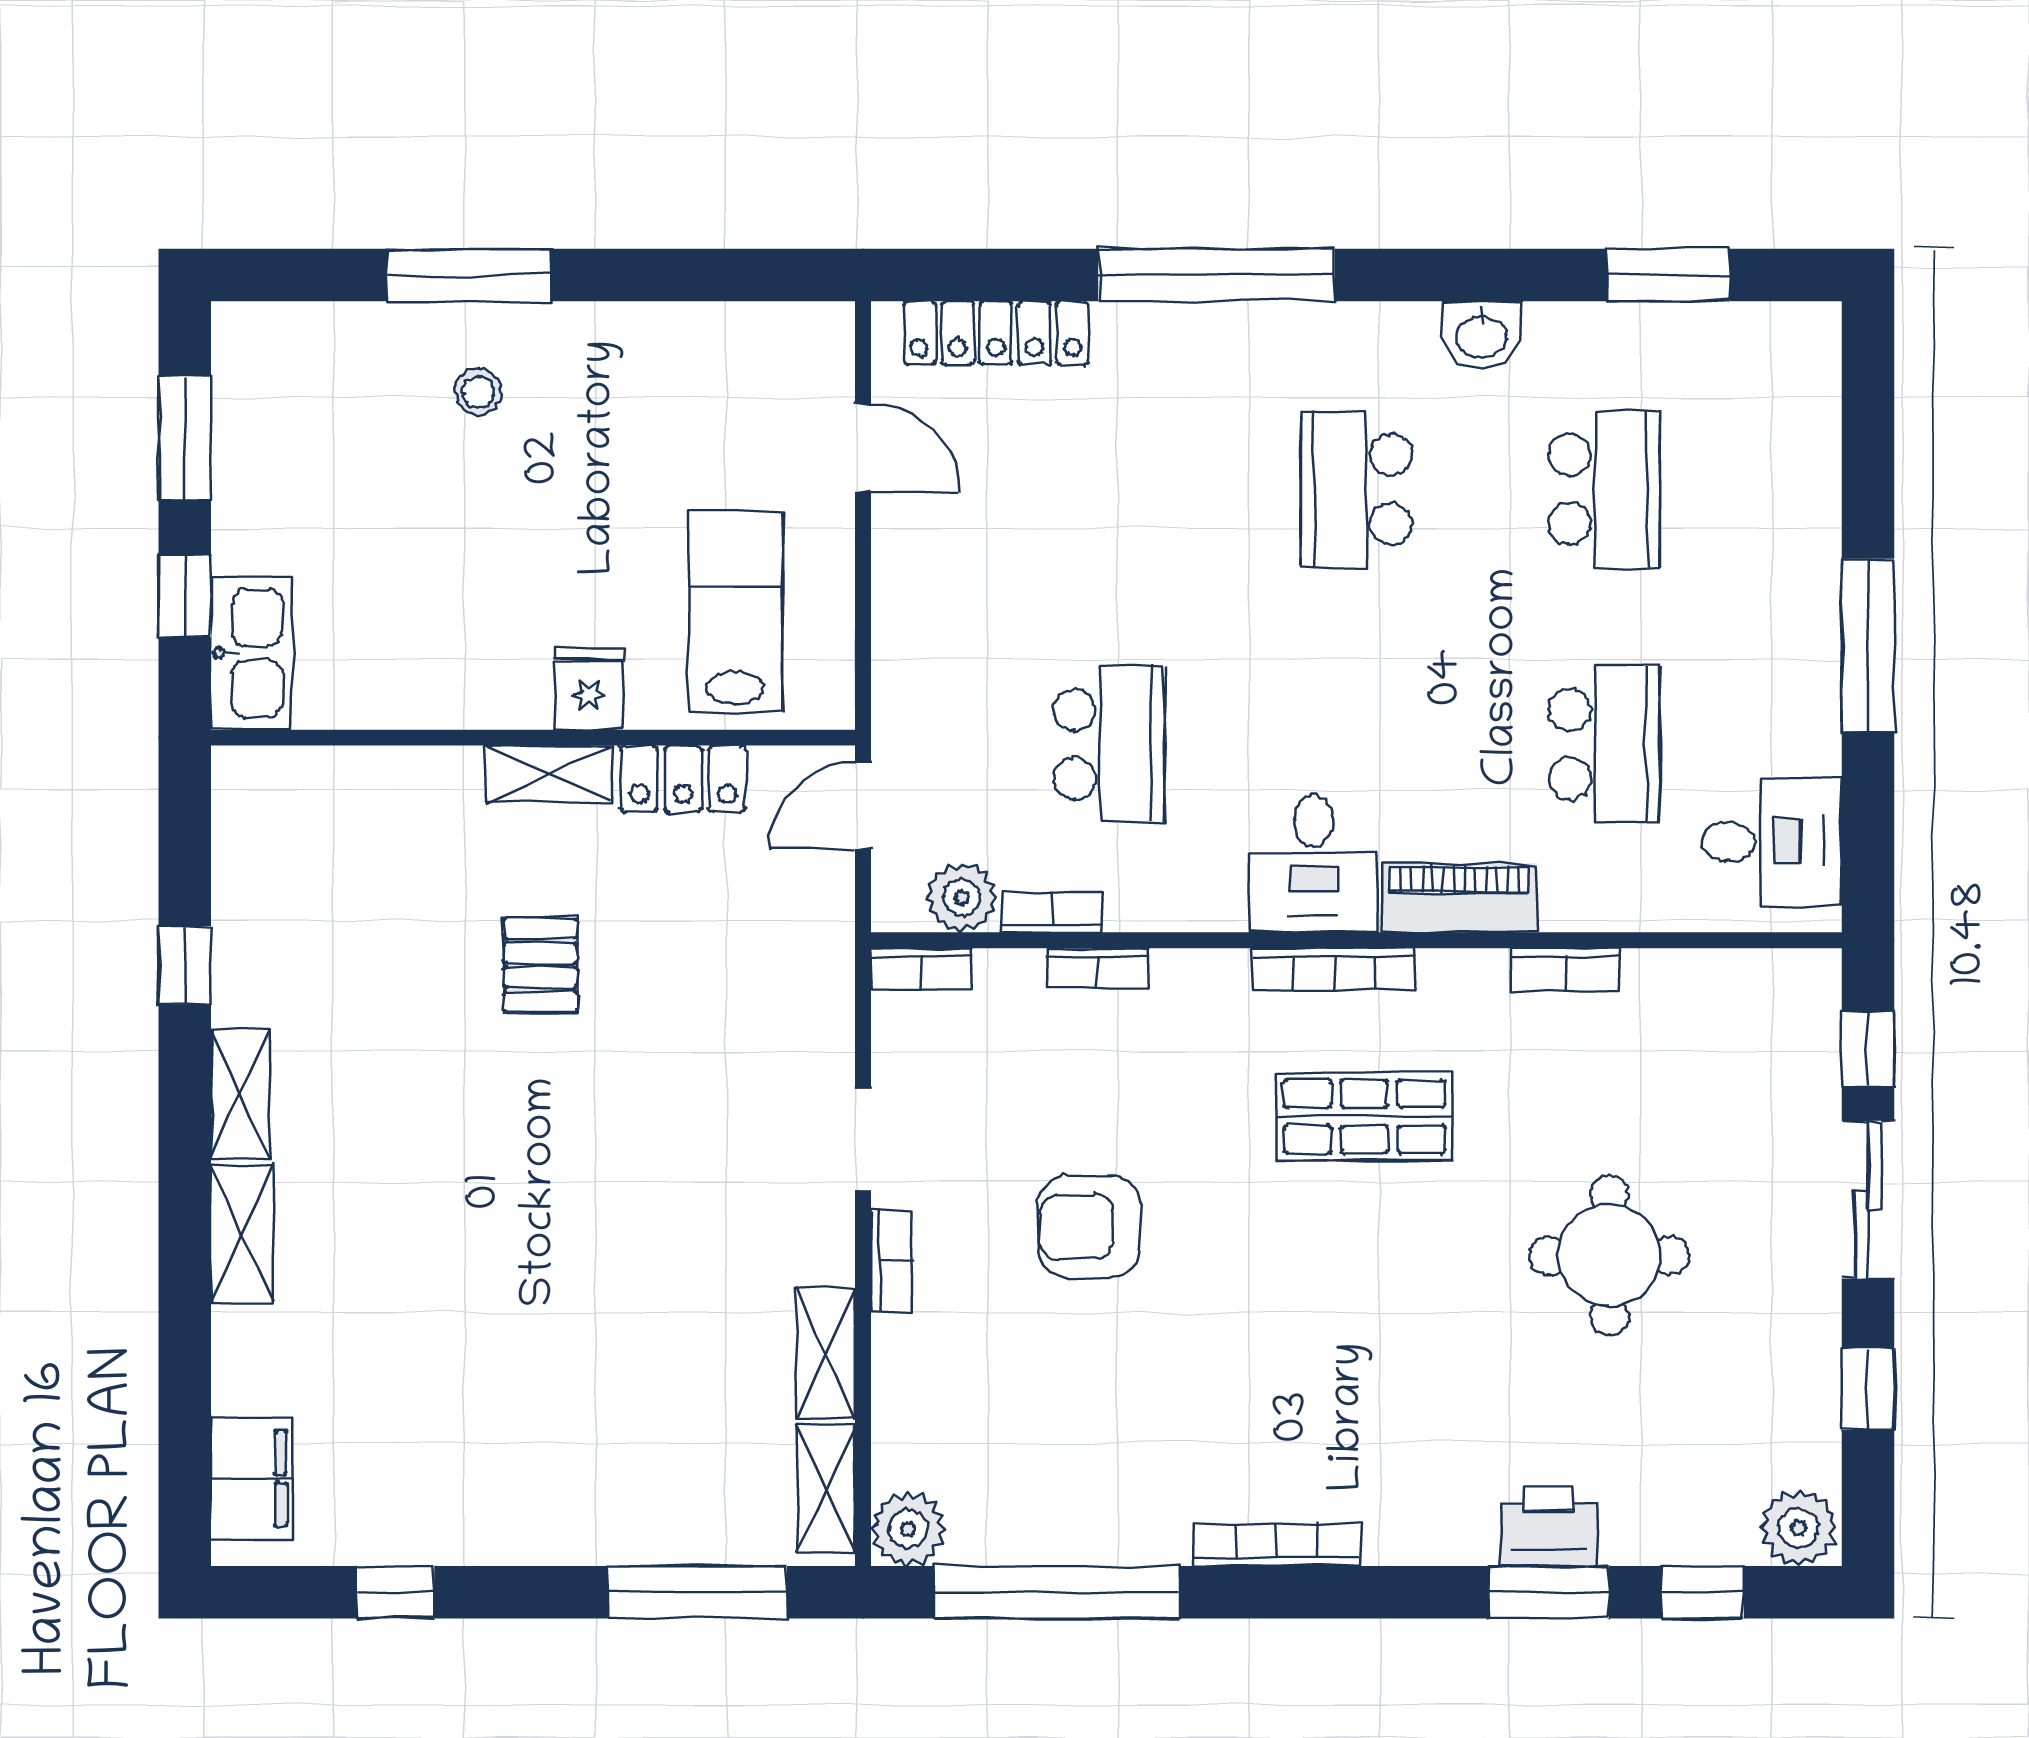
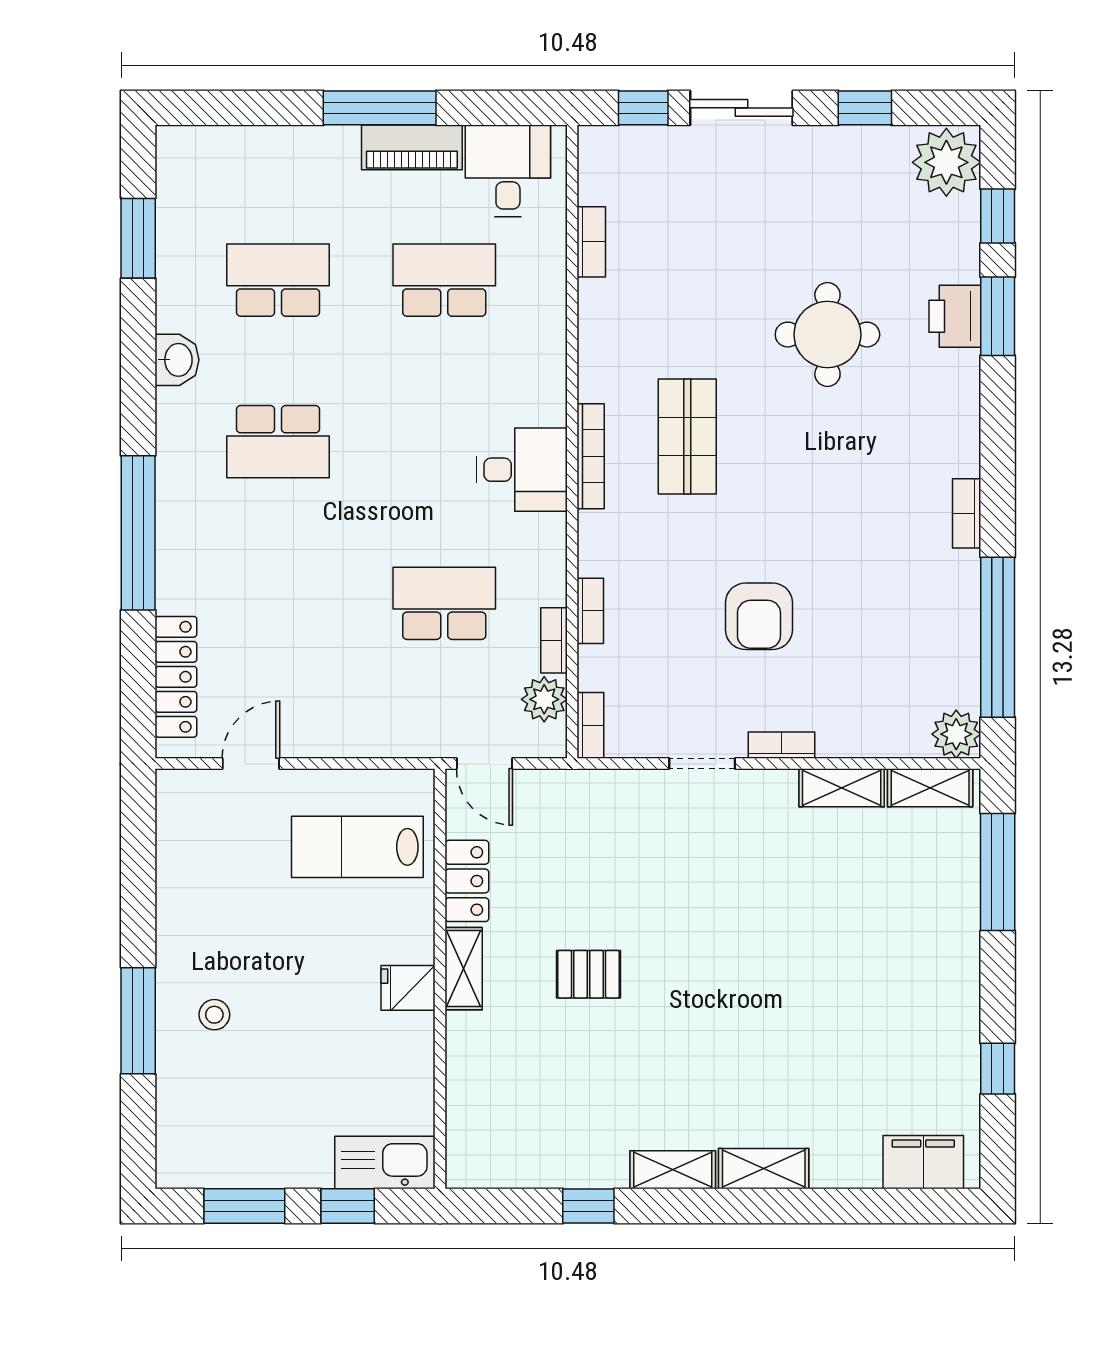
fridge: (589, 689) -> (408, 988), moved
piano: (1460, 898) -> (412, 147), moved, turned -90
bookcase: (1566, 970) -> (591, 242), moved
round table: (1609, 1256) -> (827, 335), moved
plant: (1799, 1528) -> (946, 162), width x1.36, depth x1.36
bookcase: (1276, 1545) -> (967, 513), width x0.64

